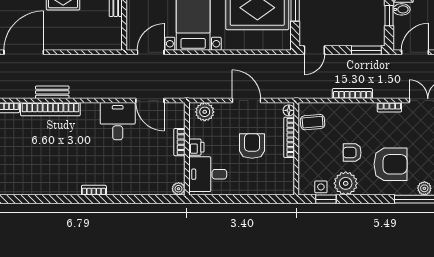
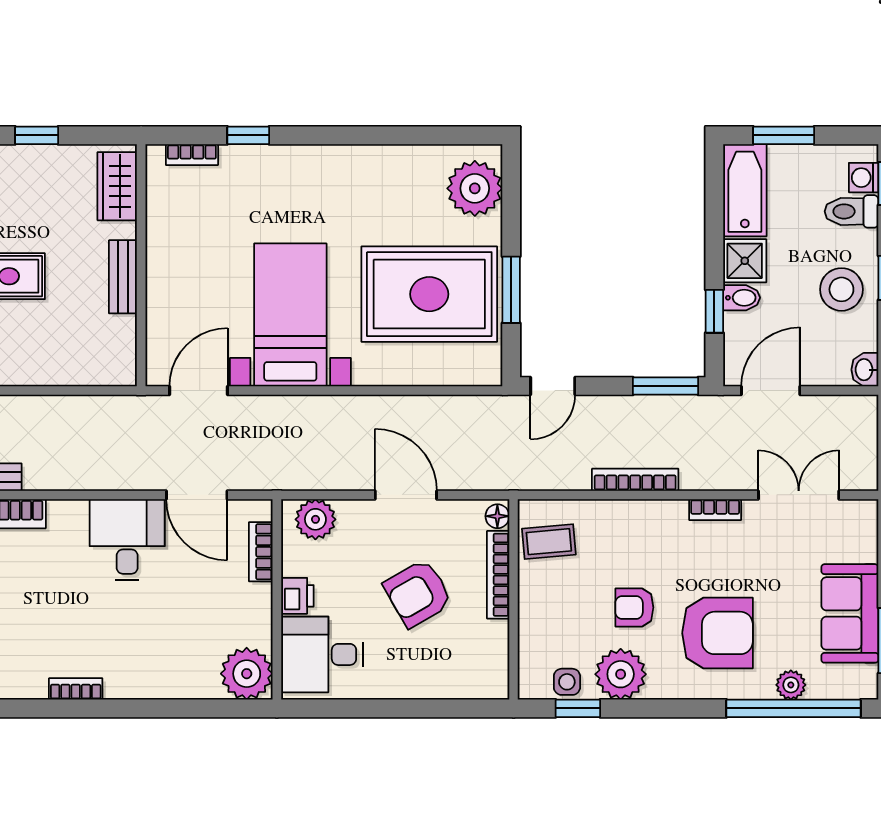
bookcase: (179, 142) -> (261, 552), moved
armchair: (252, 146) -> (418, 593), turned -120
plant: (179, 189) -> (247, 674), width x1.87, depth x1.87

